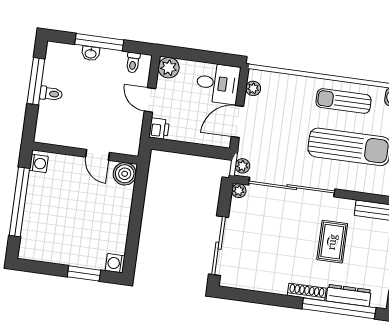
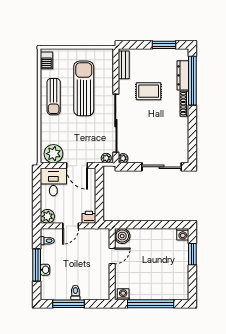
plant: (253, 88) -> (53, 154), width x1.88, depth x1.88

